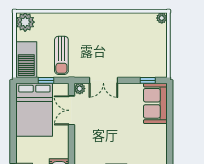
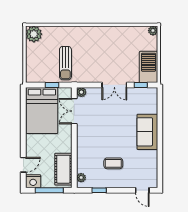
barbecue: (26, 60) -> (149, 67), moved, turned 180
double door: (103, 80) -> (114, 85), moved
sofa: (155, 103) -> (147, 132), moved

